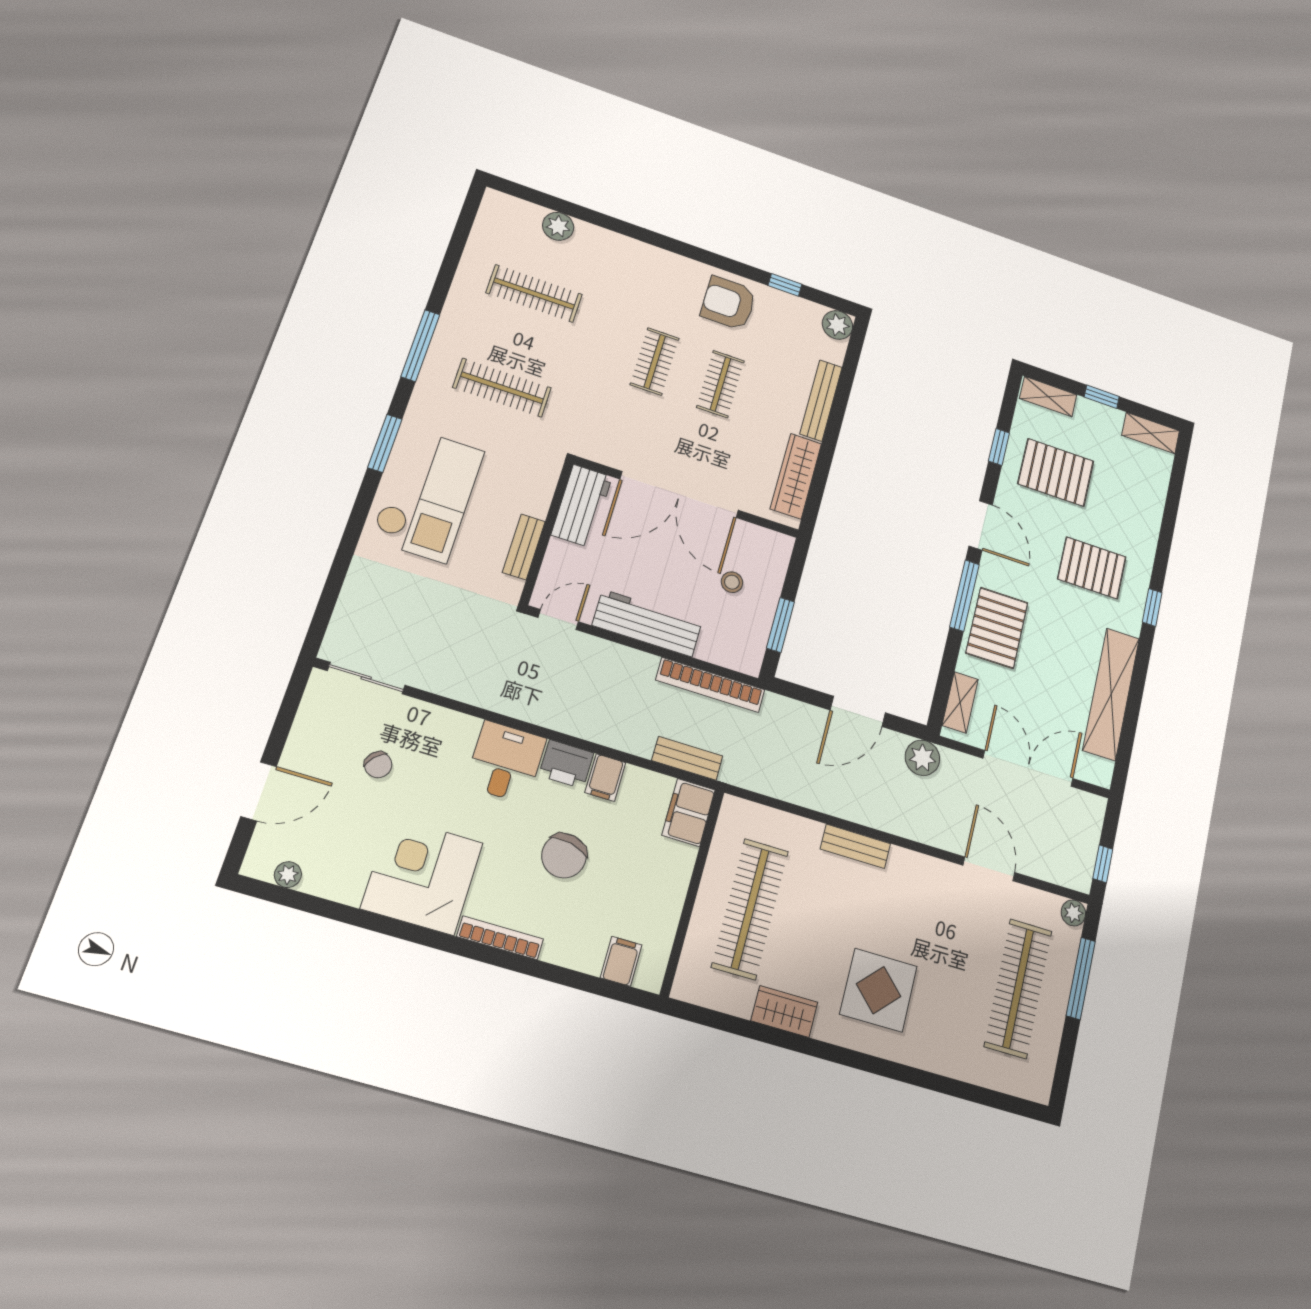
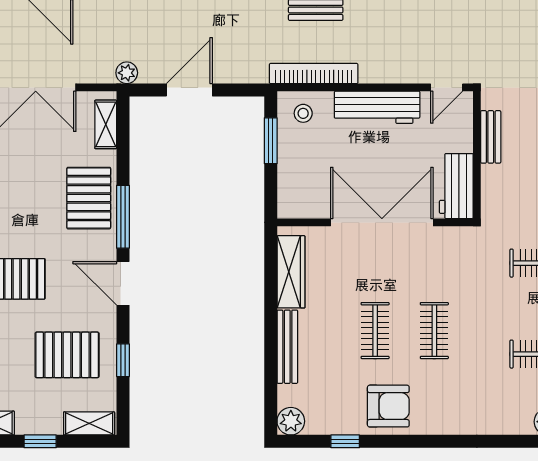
stool: (732, 582) -> (303, 113), moved
plant: (922, 758) -> (127, 73), width x0.73, depth x0.73

